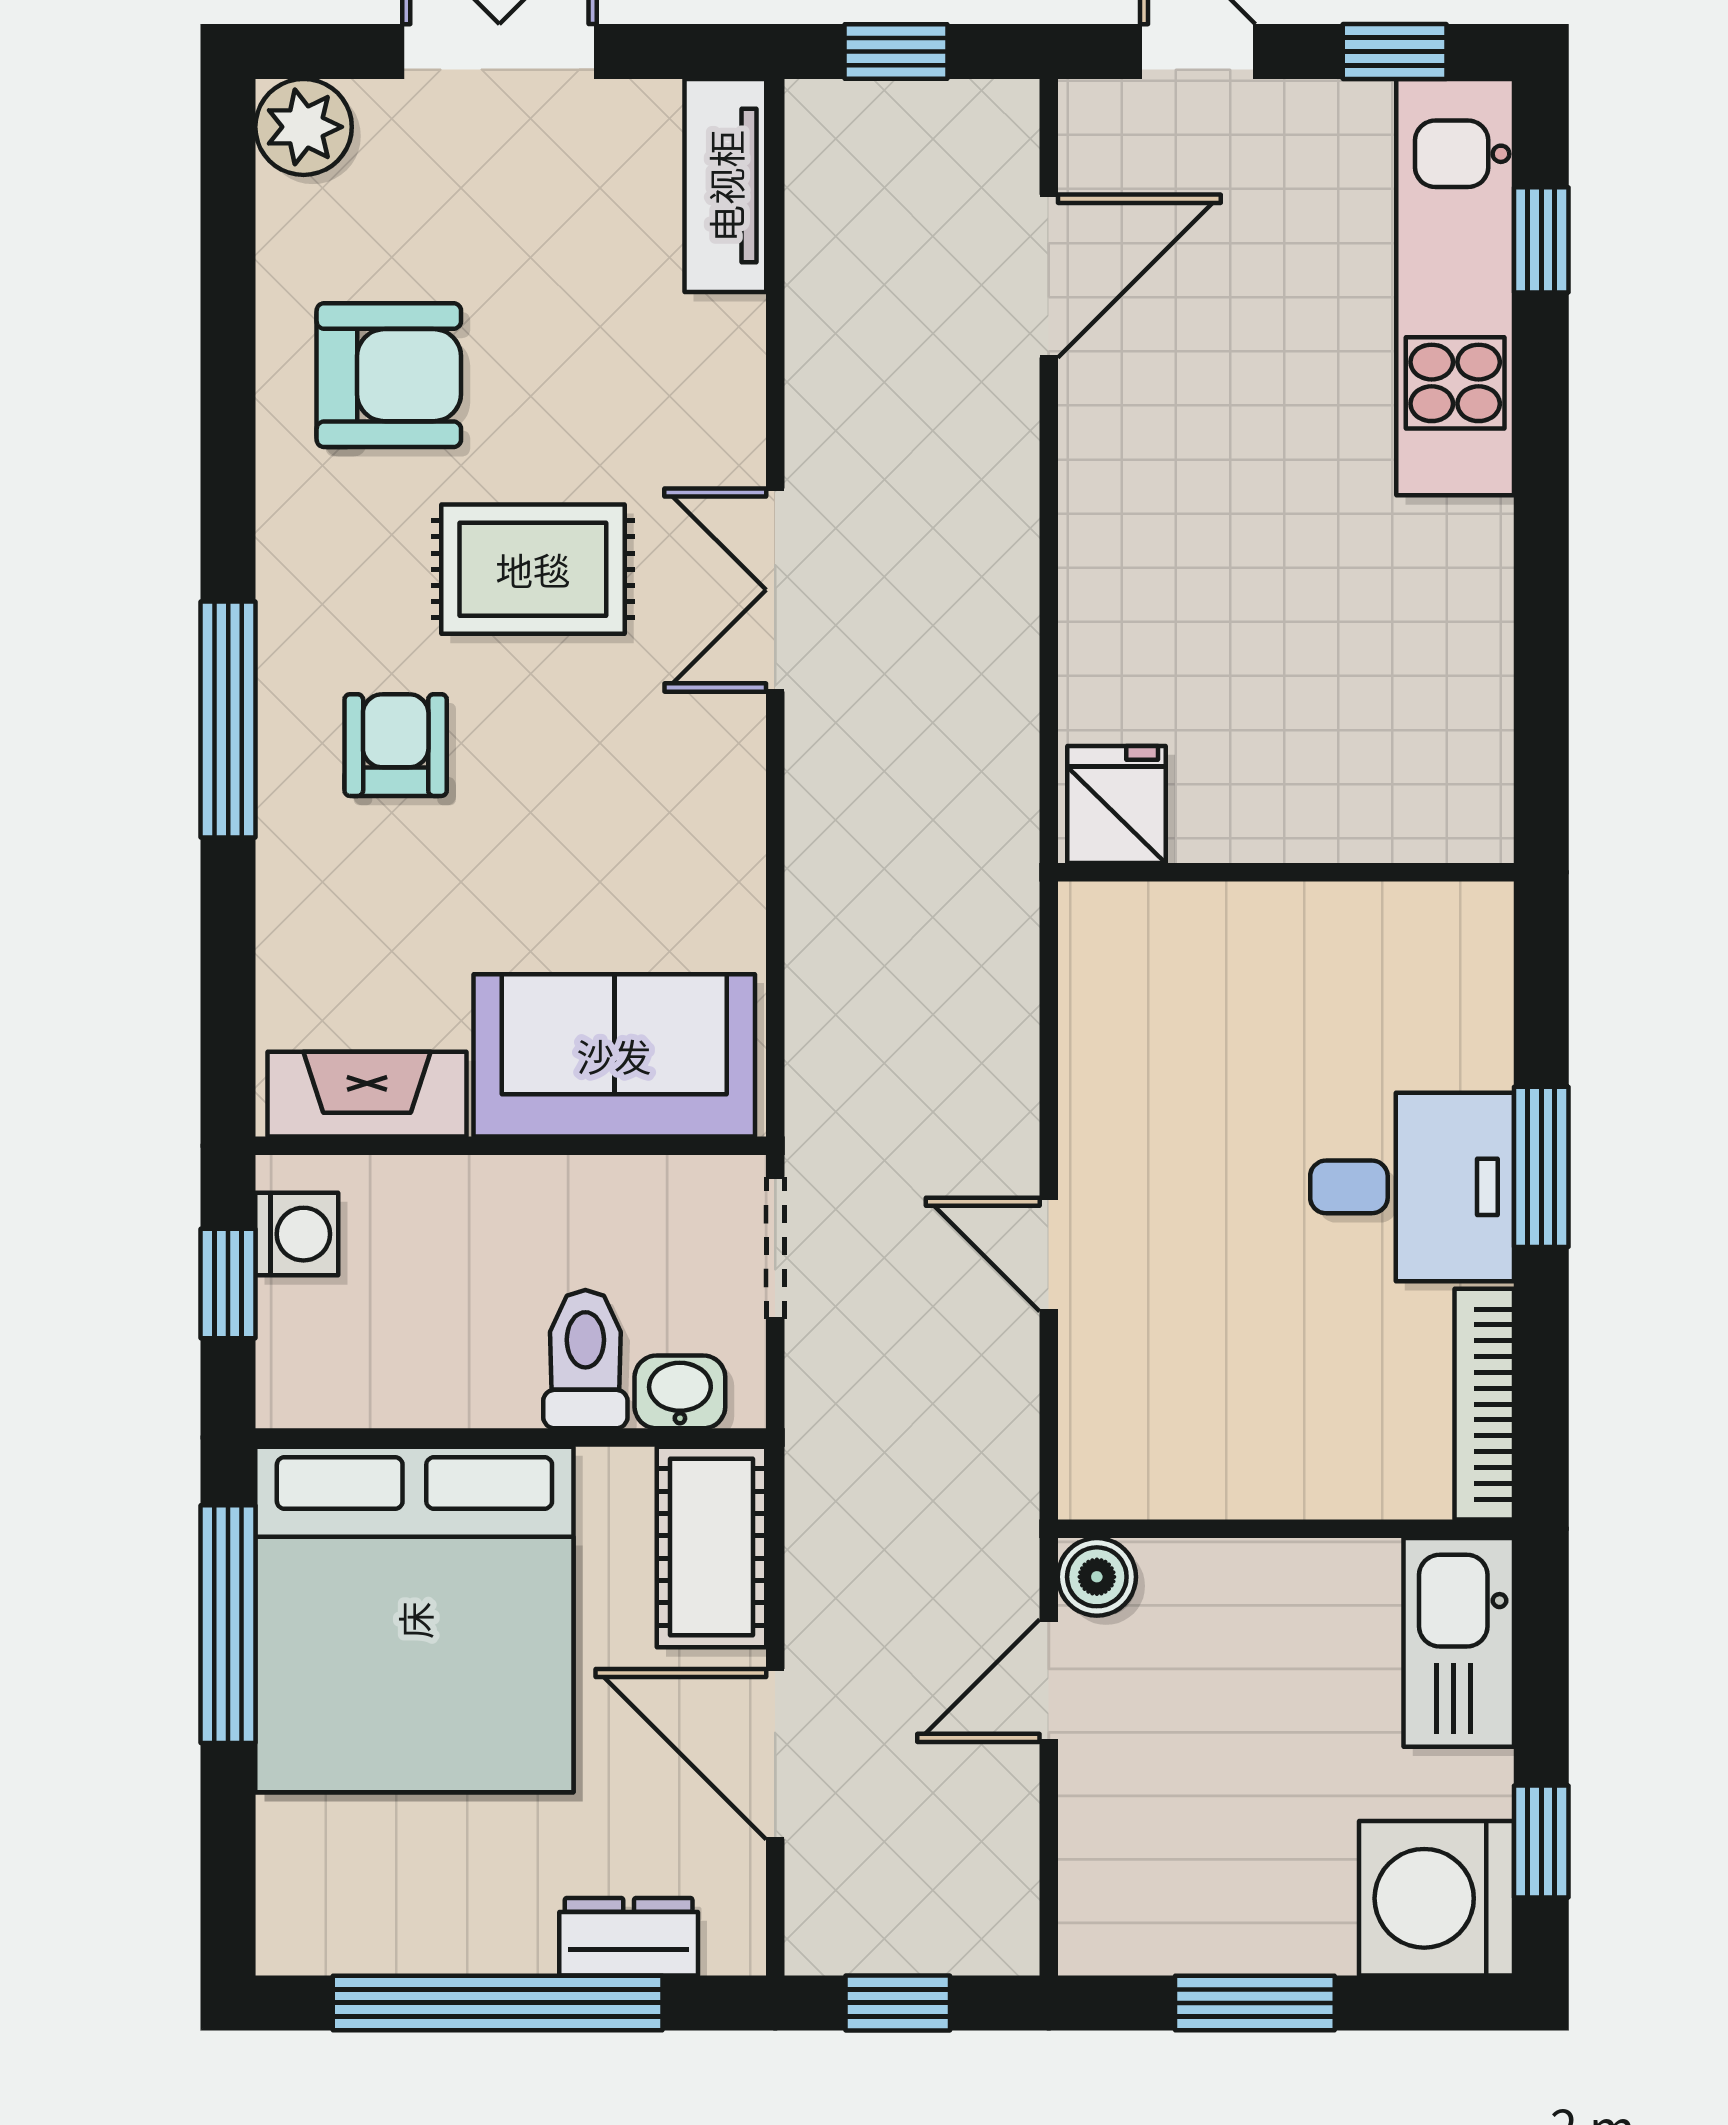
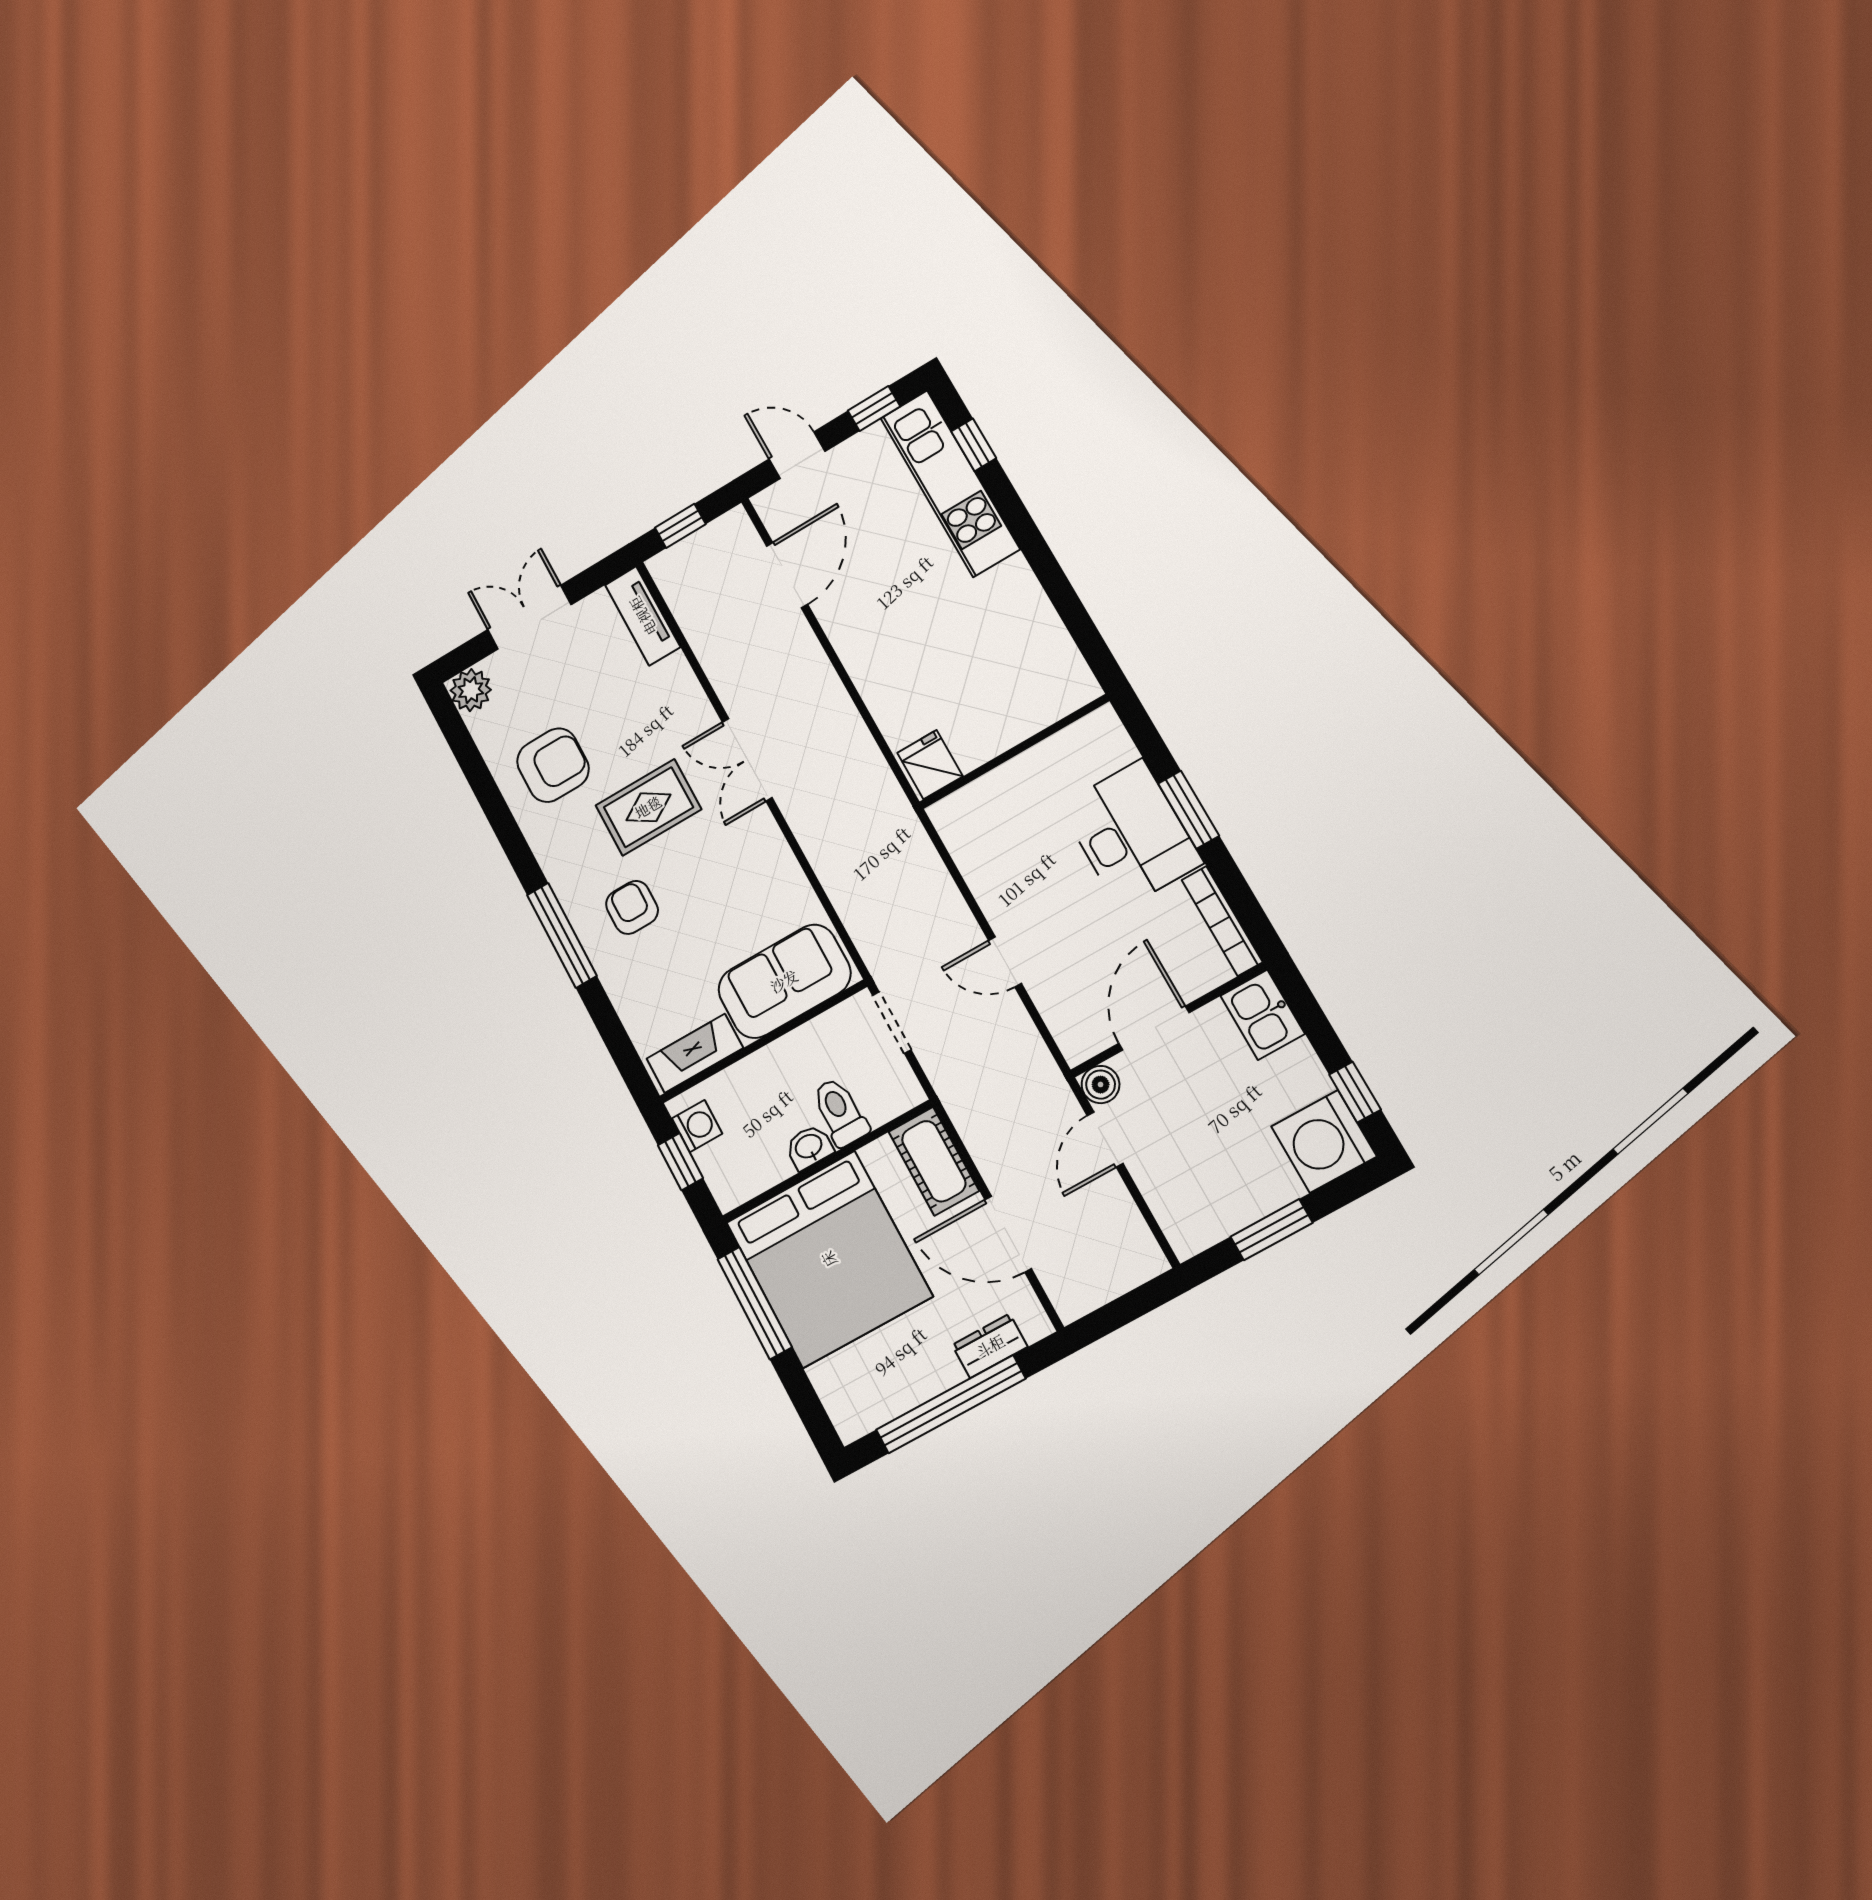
desk: (1412, 1187) -> (1131, 834), width x1.37
washbasin: (680, 1392) -> (809, 1147), moved
door: (1251, 1529) -> (1154, 1028), added
kitchen sink: (1459, 1642) -> (1263, 1015), width x0.73
window: (898, 2003) -> (1119, 1313), removed

